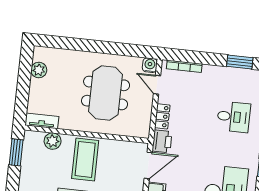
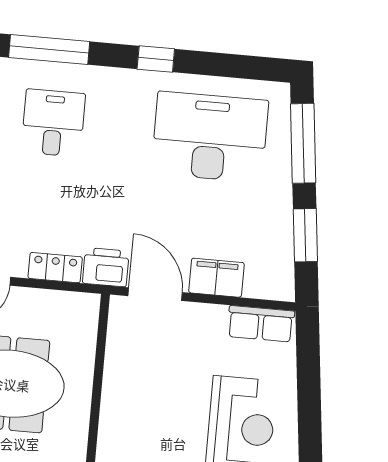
coffee table: (85, 159) -> (146, 422), removed

